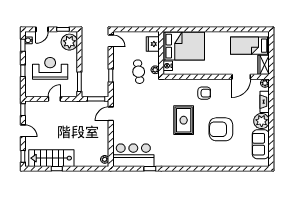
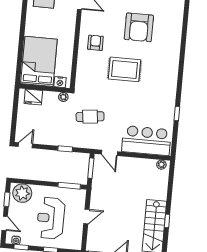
cafe table: (139, 72) -> (90, 117), moved
door: (54, 99) -> (86, 216), swing flipped
bar counter: (133, 155) -> (146, 141), moved, turned 90

